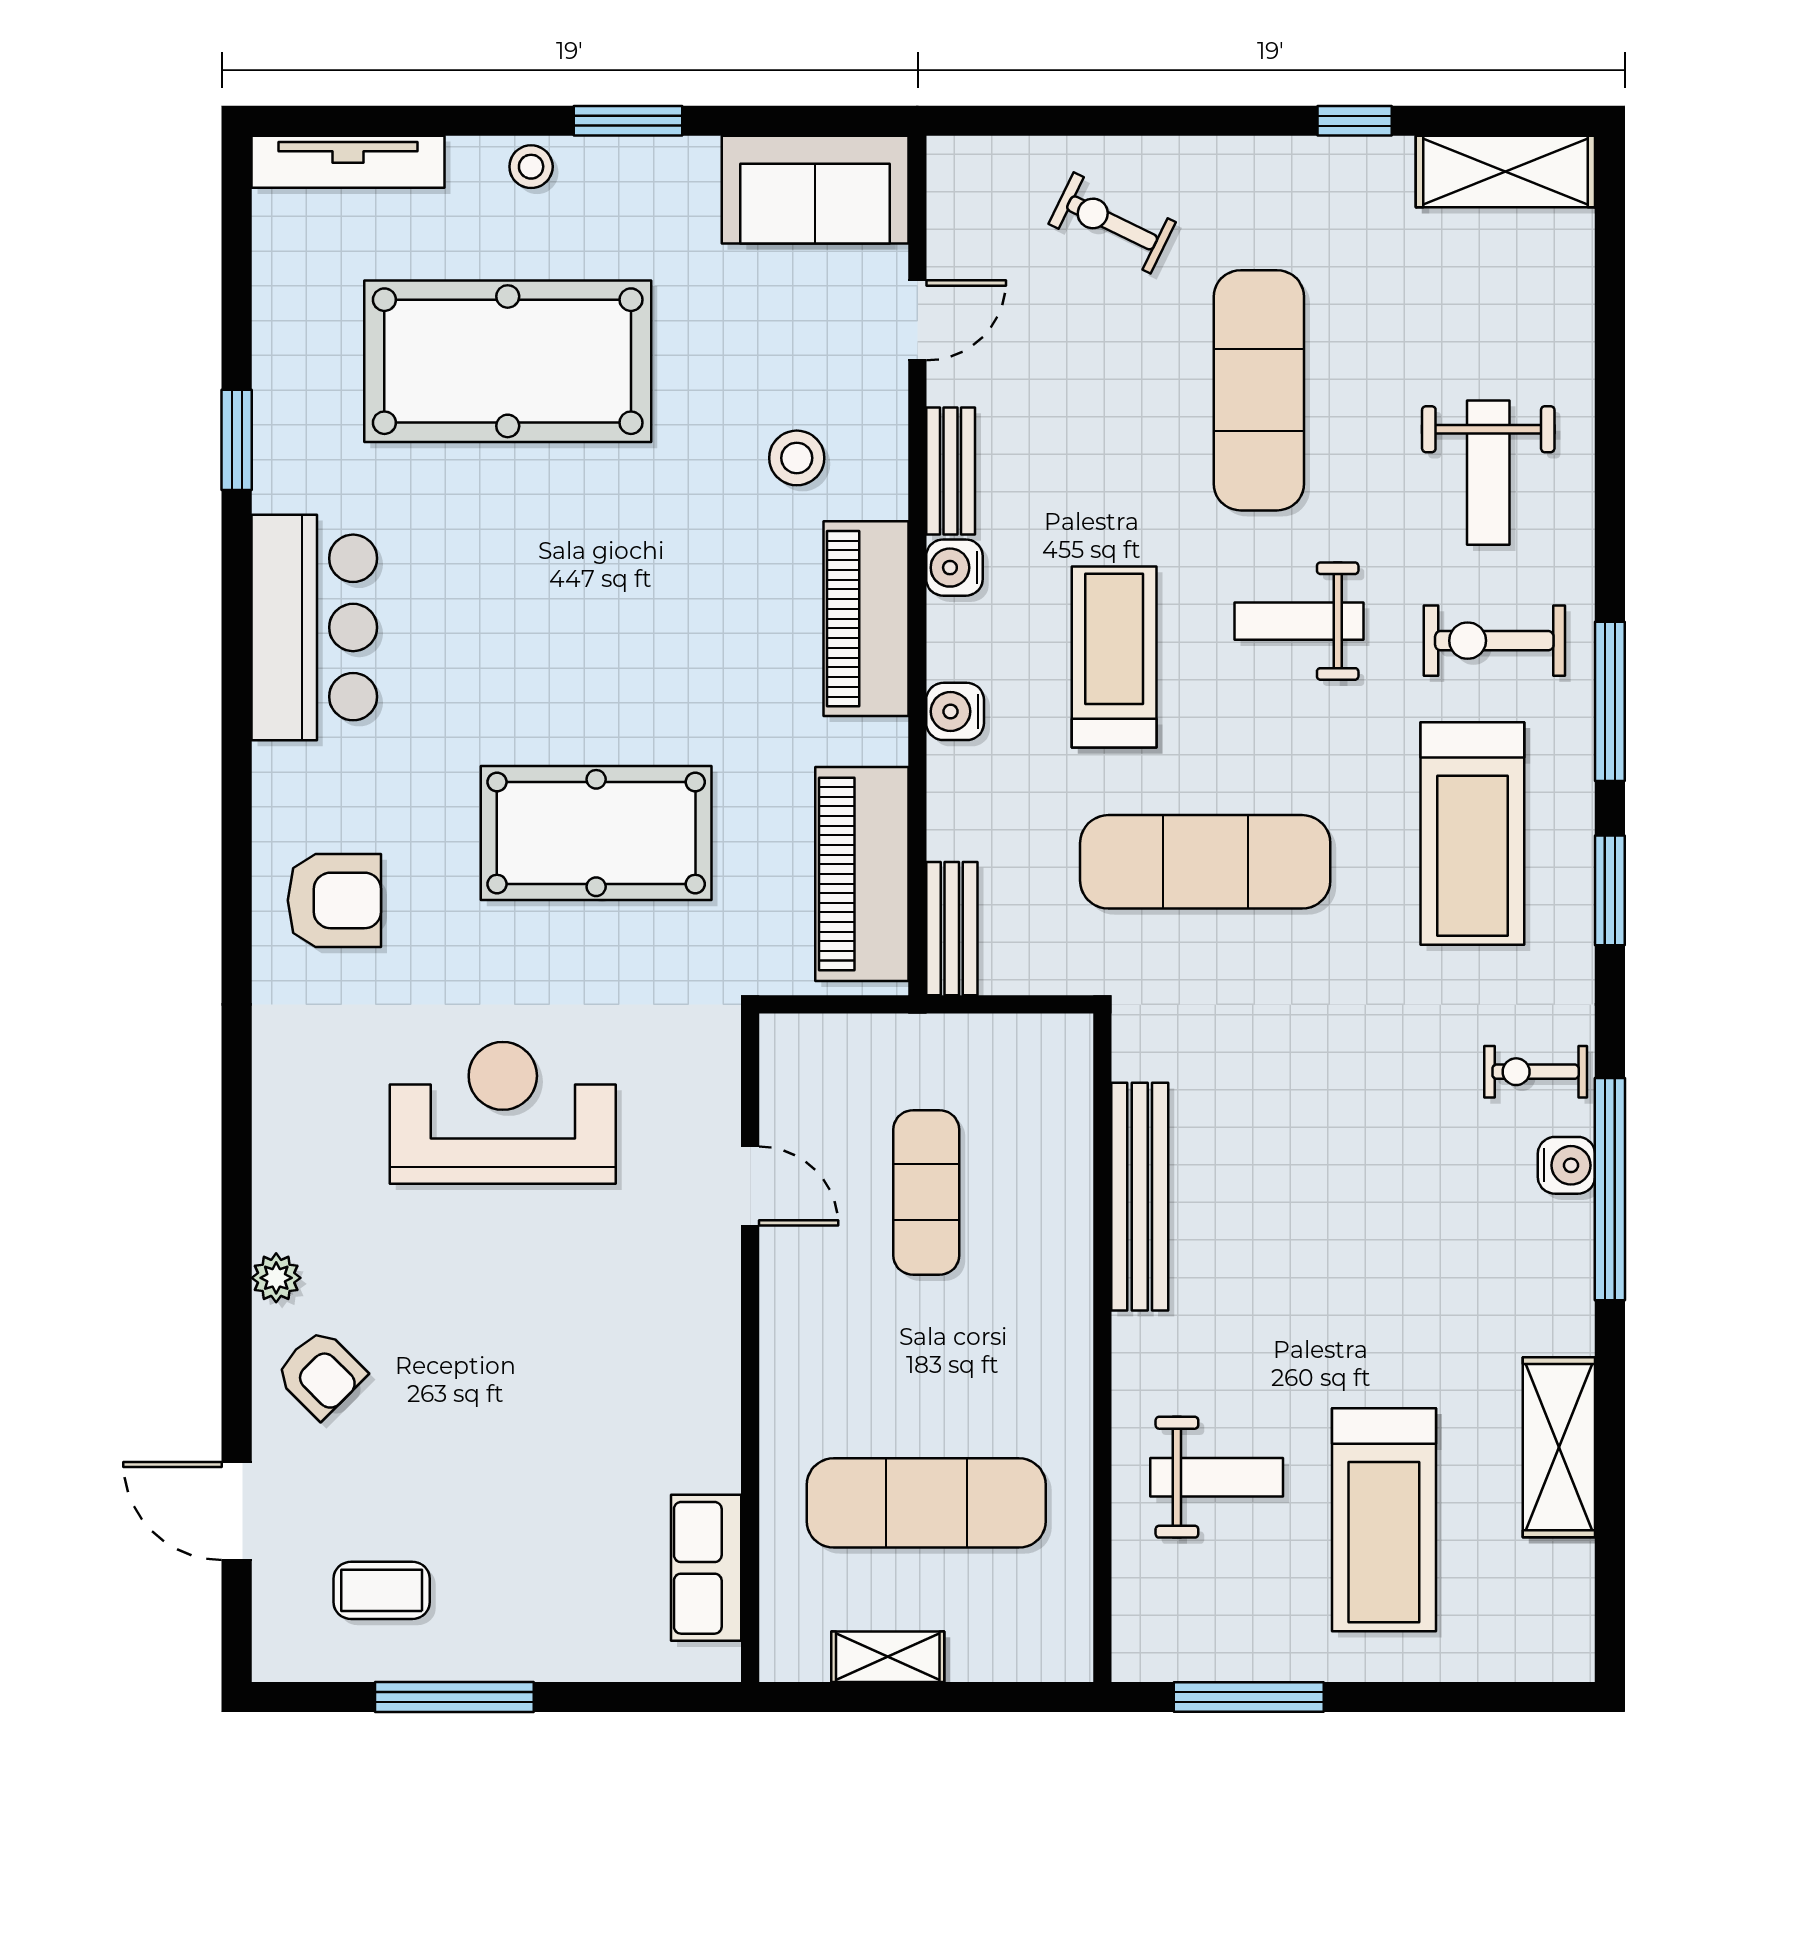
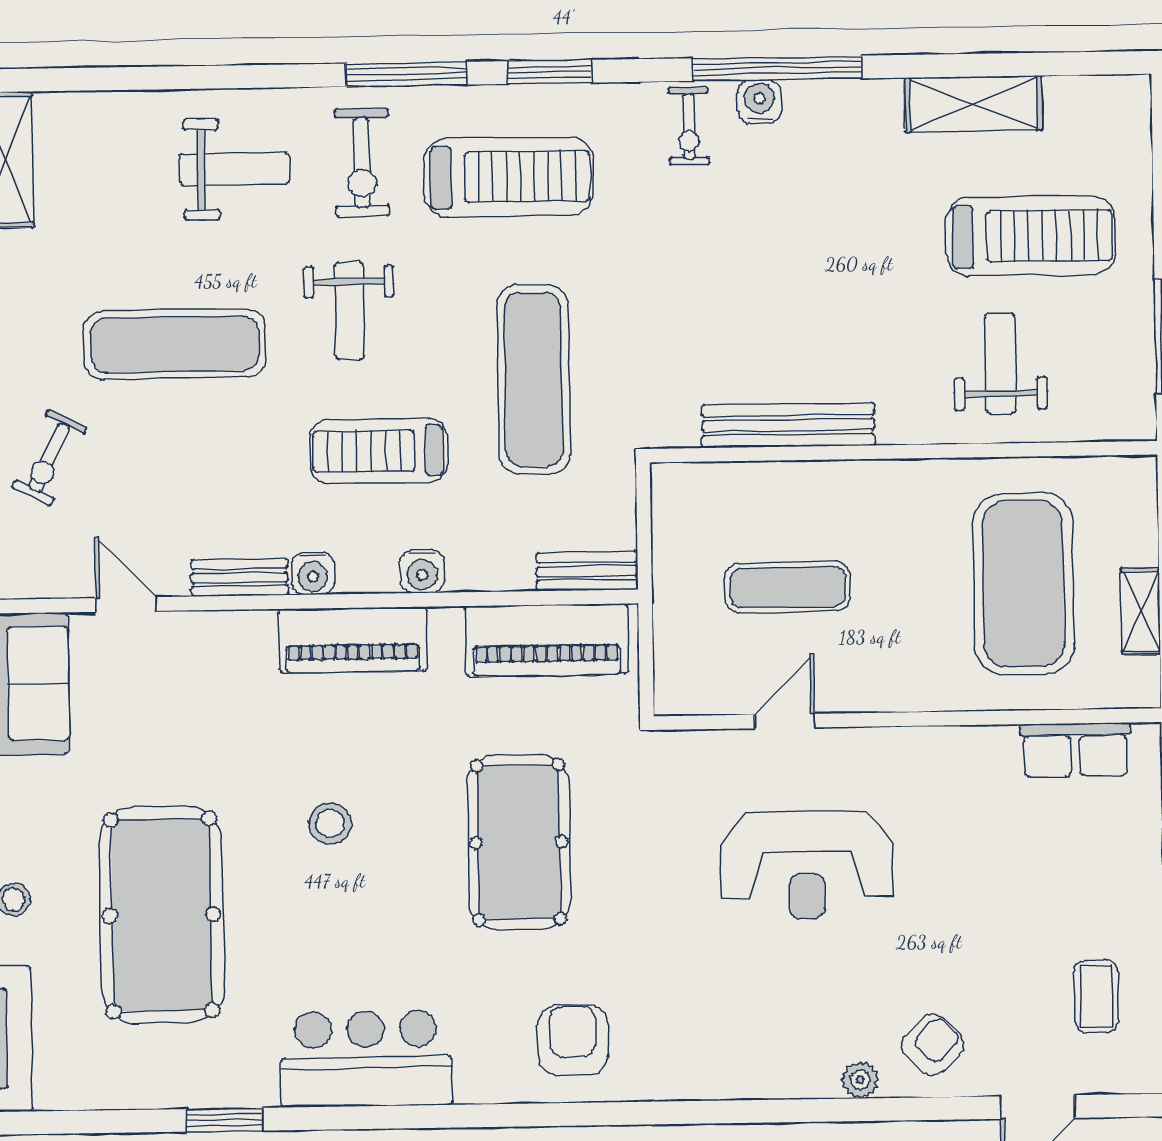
stool: (797, 458) -> (330, 823), moved
reception desk: (503, 1113) -> (807, 865), moved, turned -90
exercise mat: (926, 1503) -> (1023, 584), width x1.47

